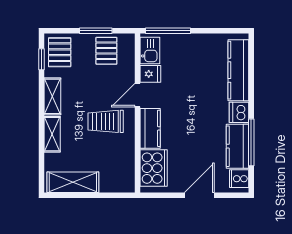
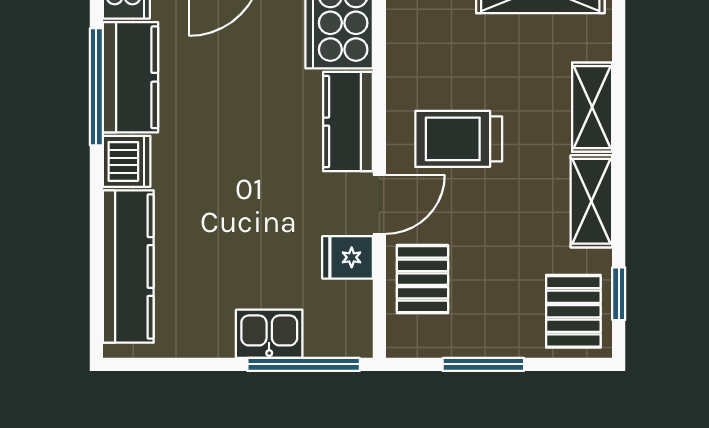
pallet: (106, 51) -> (422, 279), moved
kitchen sink: (150, 51) -> (269, 334), moved, turned 90
trolley: (106, 121) -> (459, 139), turned 180

